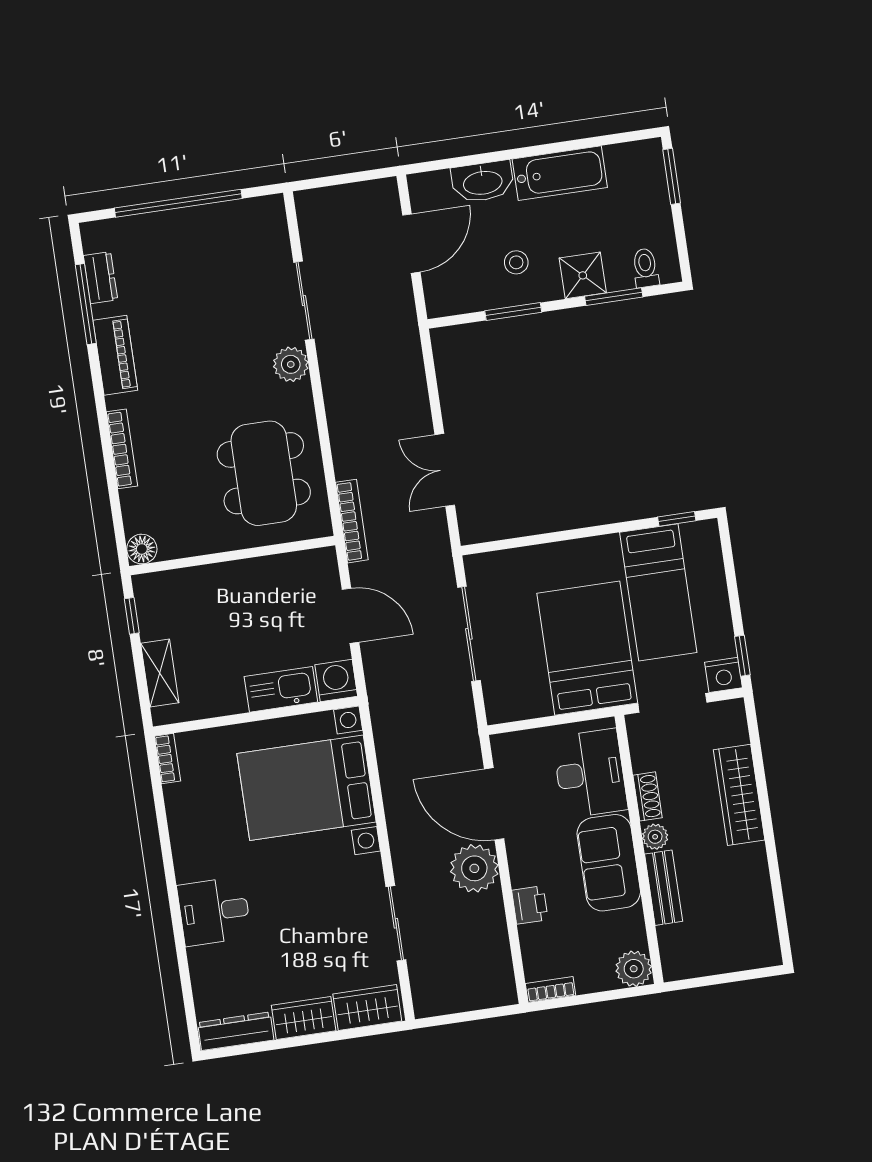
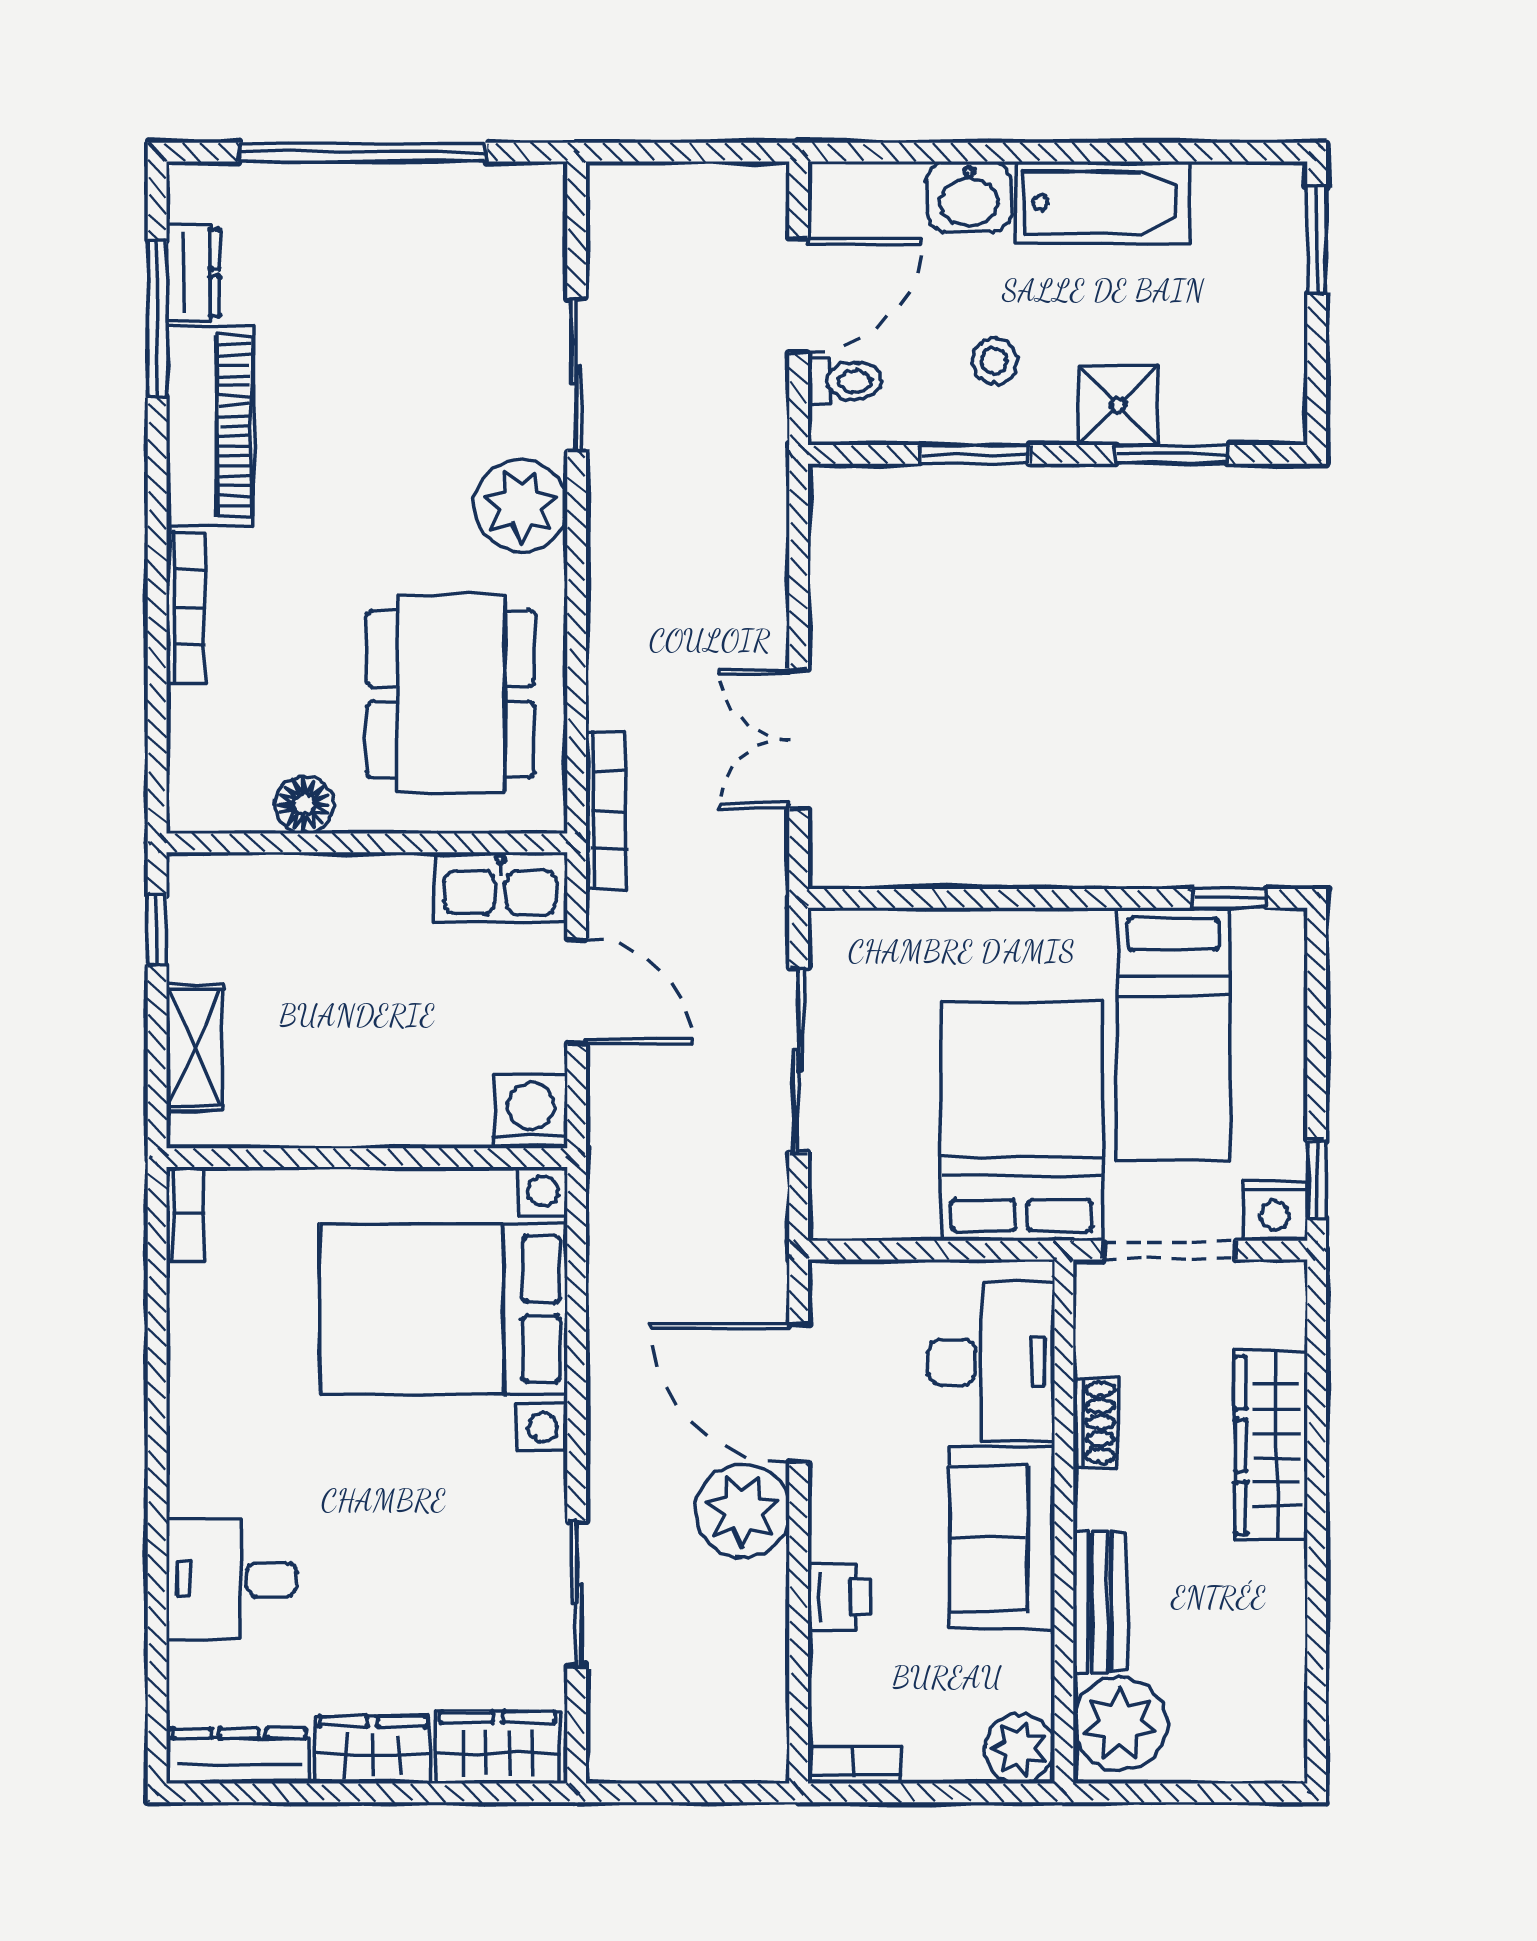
washbasin: (483, 182) -> (969, 197), width x0.72
toilet: (645, 268) -> (845, 381), moved, turned 90
piano: (115, 355) -> (210, 426), width x1.37, depth x1.33
plant: (291, 364) -> (521, 505), width x1.36, depth x1.36
floor lamp: (142, 549) -> (304, 805), moved
kitchen sink: (281, 689) -> (501, 887), moved, turned 180
plant: (655, 837) -> (1120, 1724), moved, width x1.87, depth x1.87
desk: (214, 911) -> (231, 1579), moved

